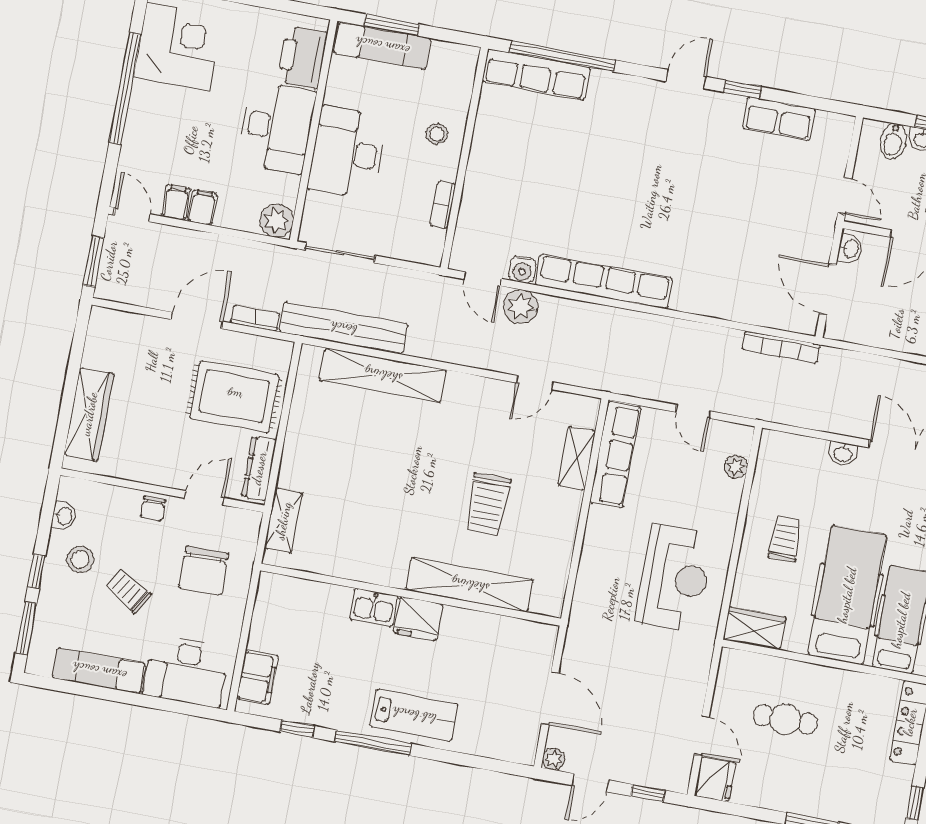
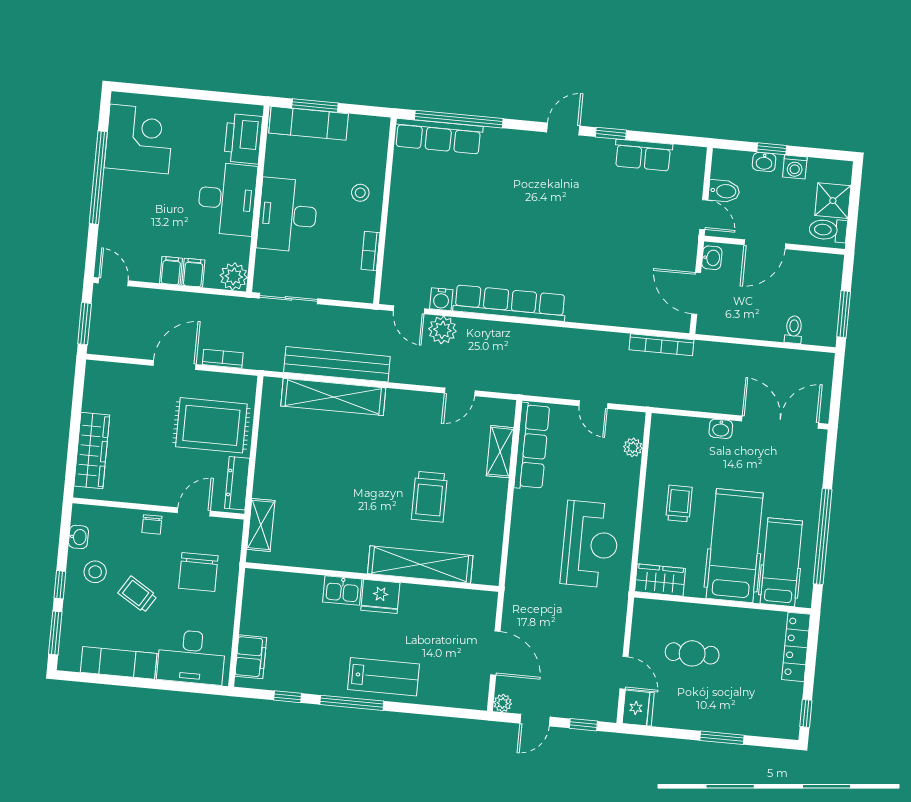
bidet: (893, 142) -> (724, 191), moved, turned -90
filing cabinet: (176, 202) -> (193, 273), moved
bench: (343, 328) -> (337, 364), moved

